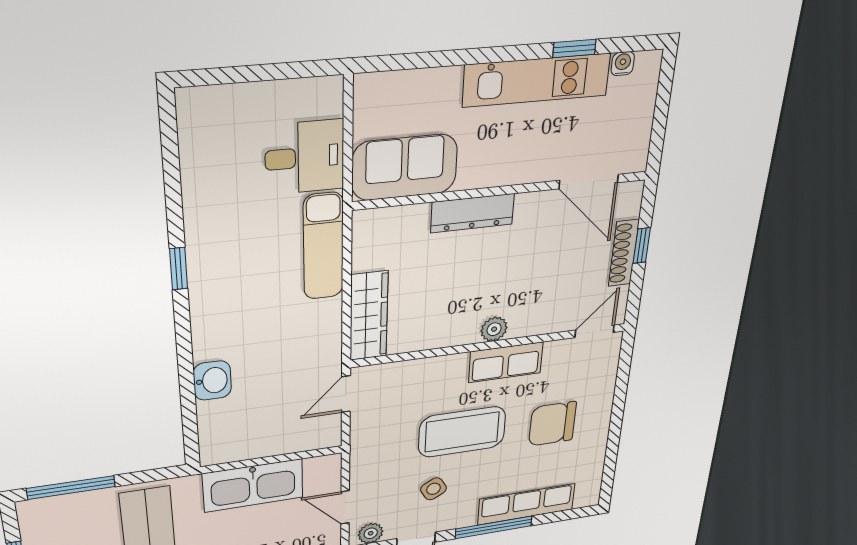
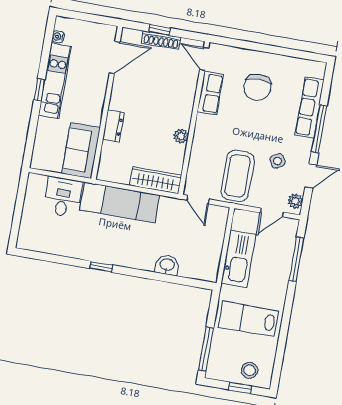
window: (574, 48) -> (39, 90), moved
dresser: (472, 213) -> (113, 126), width x0.70
exam couch: (323, 246) -> (120, 203), width x1.36, depth x1.45
plant: (494, 329) -> (181, 136), moved
row of seats: (506, 362) -> (210, 93), moved
coffee table: (462, 432) -> (238, 176), moved

